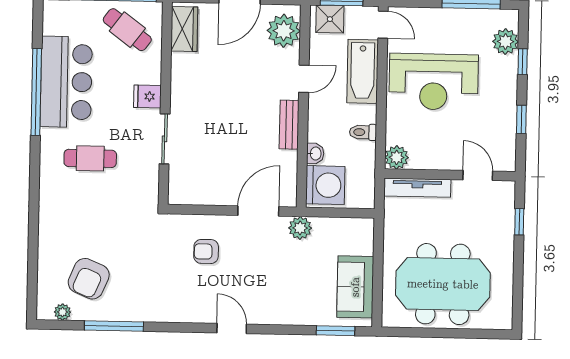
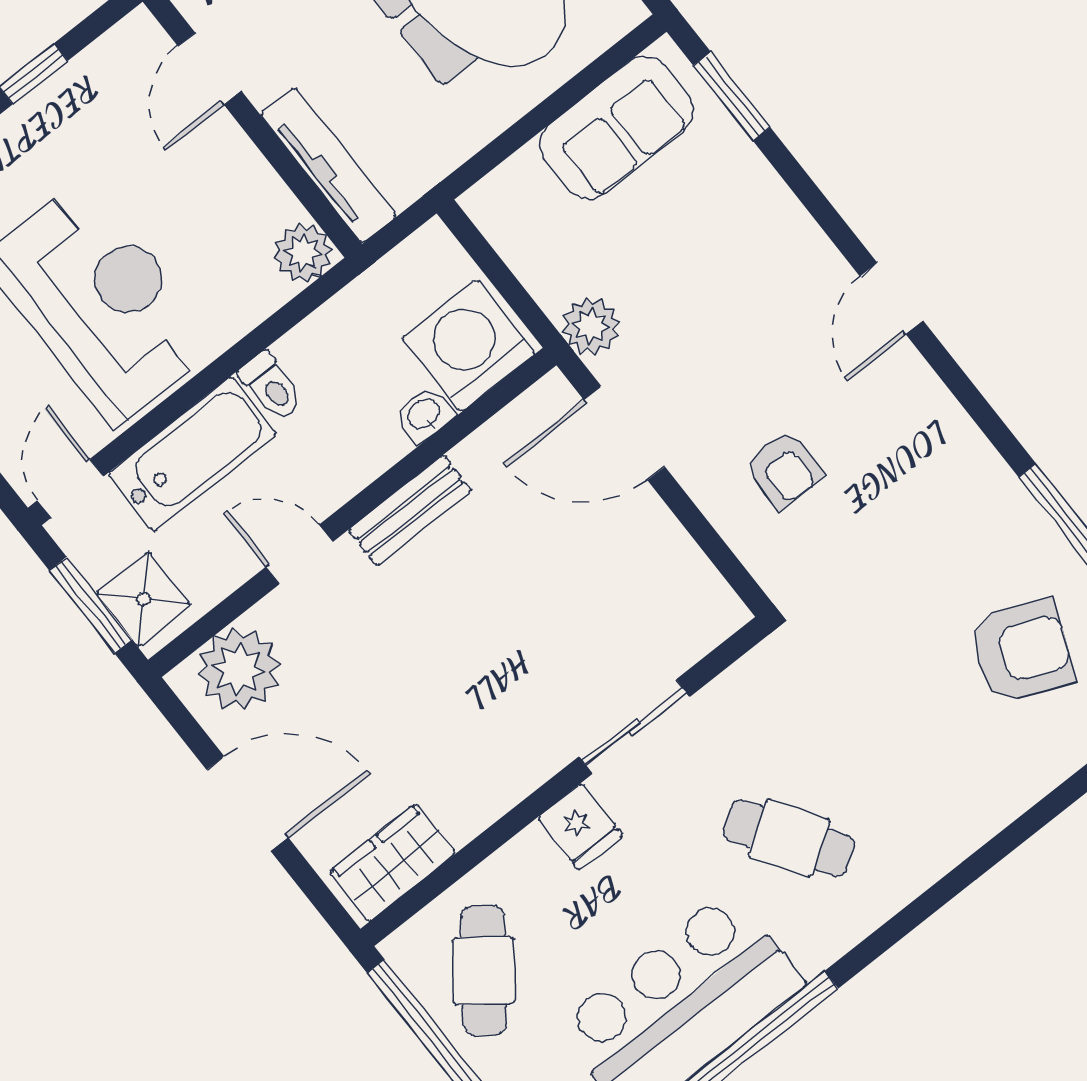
toilet: (363, 132) -> (271, 386), moved
cafe table: (90, 158) -> (789, 838), turned -33

